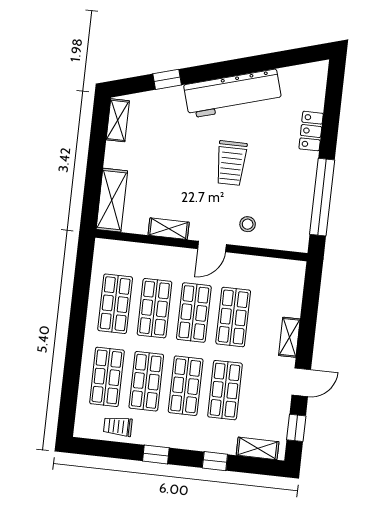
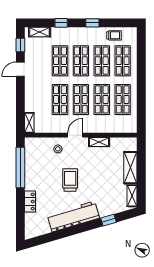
shelving: (112, 200) -> (130, 168), moved
shelving: (289, 337) -> (29, 123), moved

